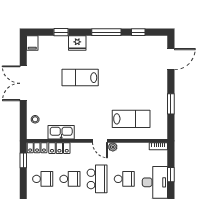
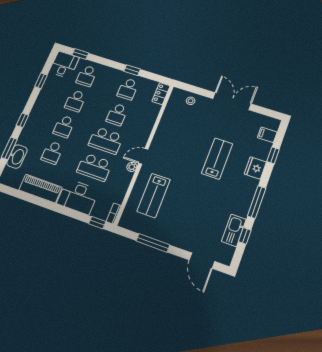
filing cabinet: (32, 43) -> (267, 135), moved
window: (171, 104) -> (153, 243), width x1.44
kitchen sink: (61, 132) -> (234, 230), moved, turned 180
locker: (59, 148) -> (152, 114), removed
window: (23, 160) -> (132, 70), moved
window: (171, 175) -> (97, 223), moved
school desk: (124, 179) -> (94, 167), width x1.85

